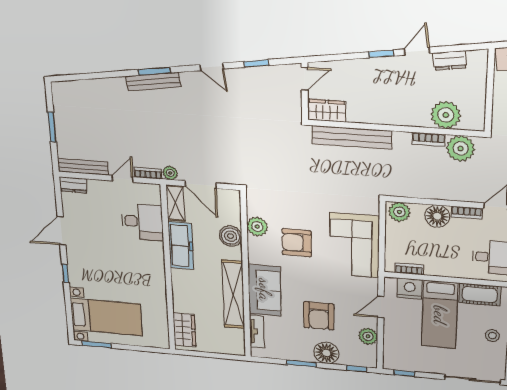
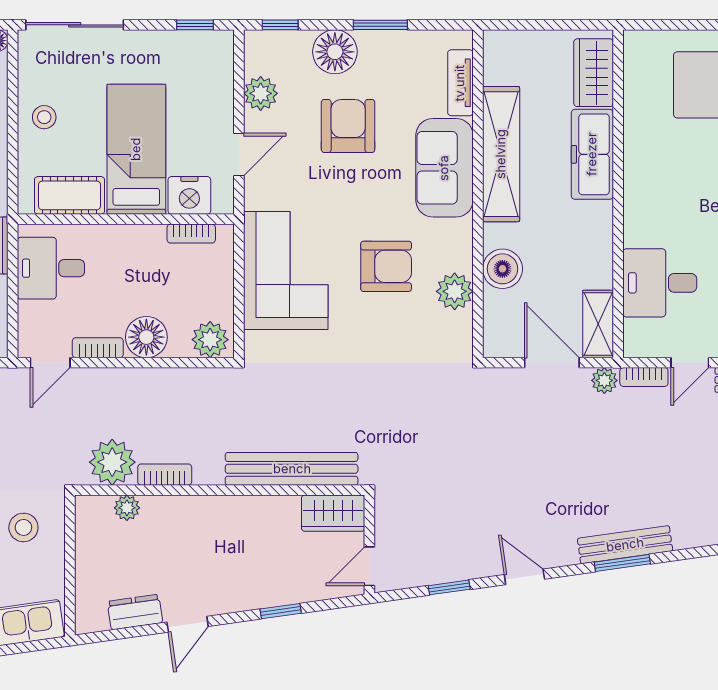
window: (381, 54) -> (281, 611), moved
plant: (446, 115) -> (127, 508), width x0.53, depth x0.53
freezer: (181, 246) -> (592, 154), moved

